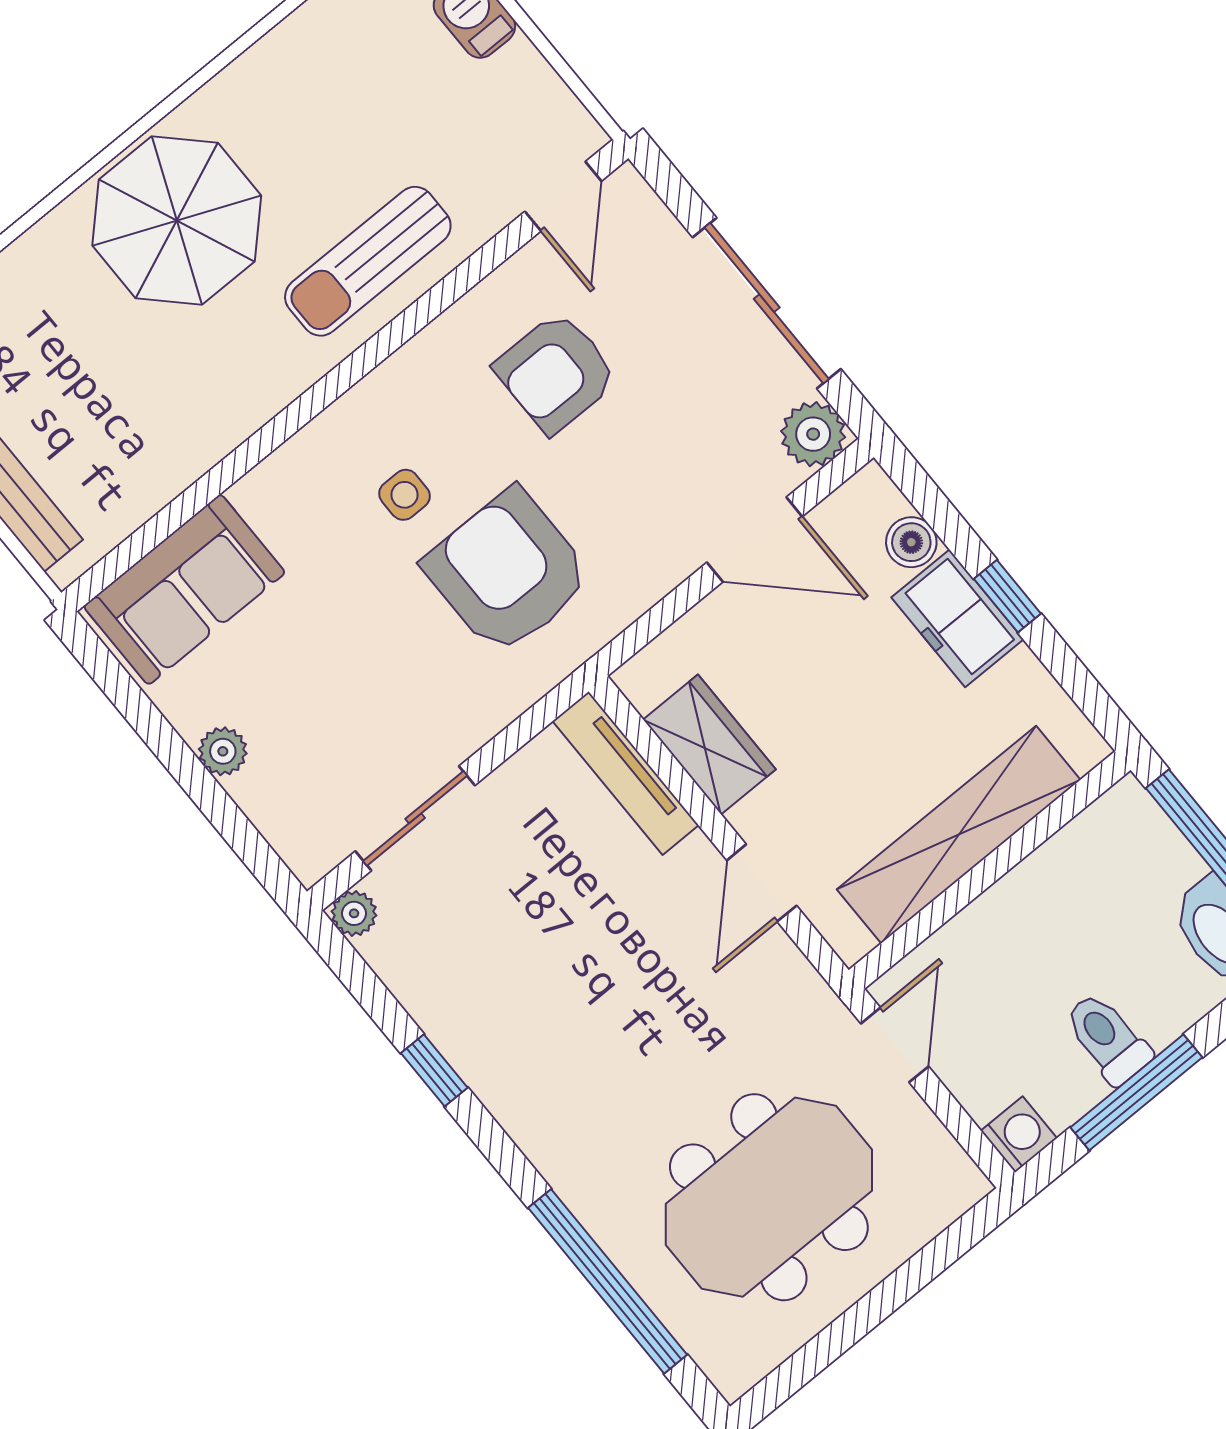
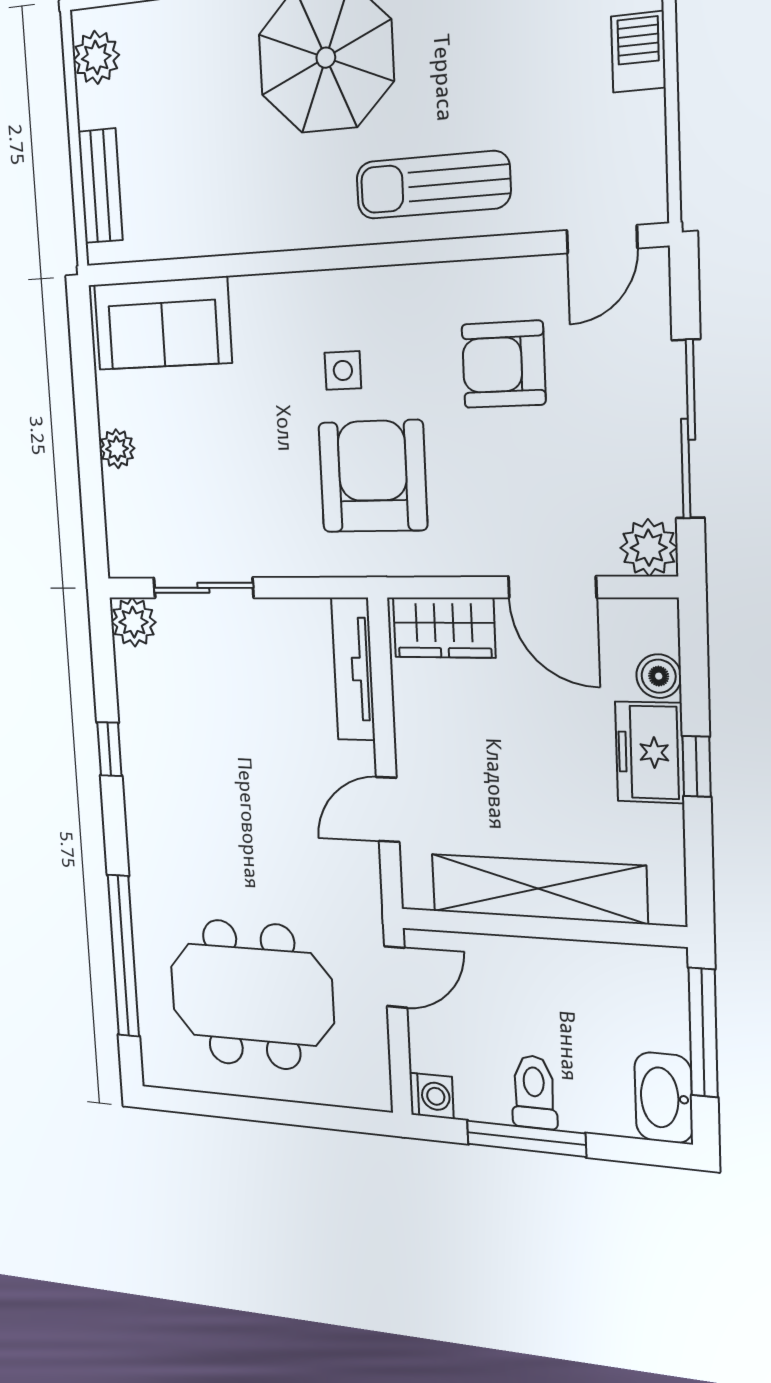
wardrobe: (709, 744) -> (444, 627), moved, turned 90
plant: (354, 913) -> (133, 622), width x1.38, depth x1.38

